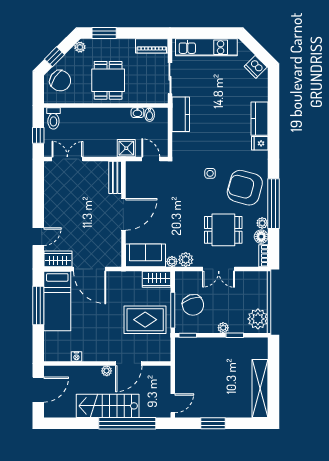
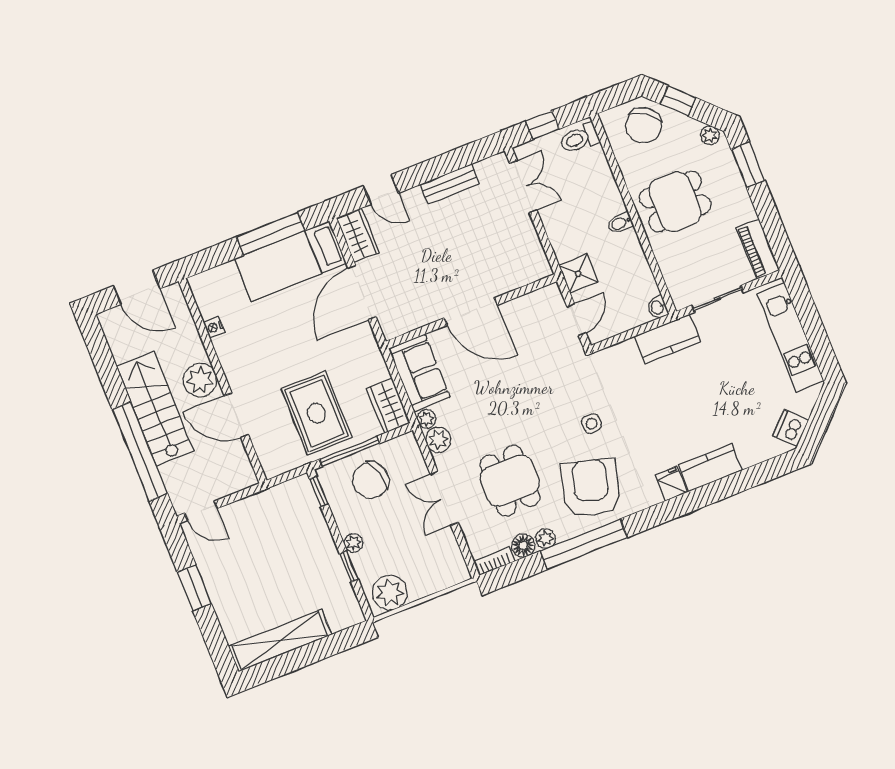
washbasin: (137, 113) -> (657, 308), moved
bidet: (150, 115) -> (620, 223), moved
bench: (115, 177) -> (450, 184), moved
plant: (107, 371) -> (200, 380), width x1.88, depth x1.88

